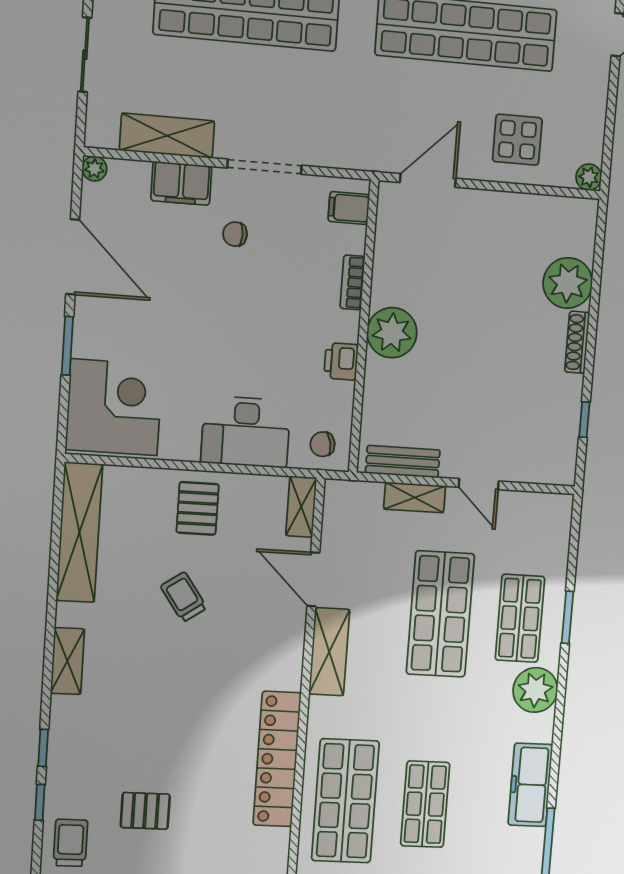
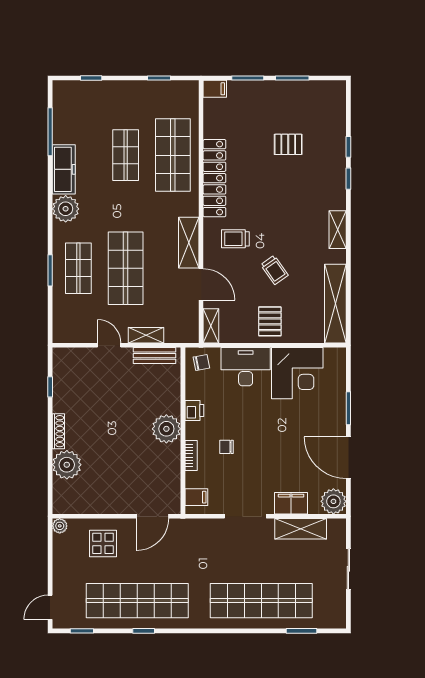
plant: (94, 169) -> (333, 501), width x1.88, depth x1.88
chair: (235, 234) -> (226, 447), moved, turned 180
corner desk: (114, 407) -> (297, 373), moved, turned -90
plant: (535, 690) -> (66, 209), moved
trolley: (70, 843) -> (235, 239), moved, turned 90

